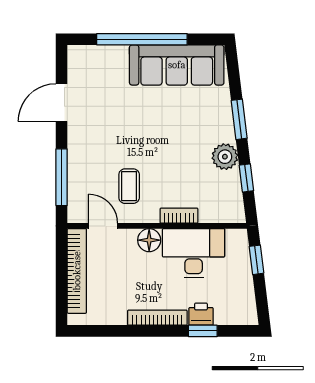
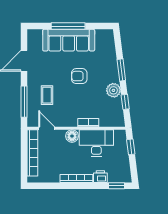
window: (142, 39) -> (68, 26), width x0.68
sofa: (177, 65) -> (69, 40), moved
armchair: (162, 131) -> (79, 76), added
coffee table: (129, 186) -> (47, 95), moved
window: (203, 331) -> (116, 186), moved

